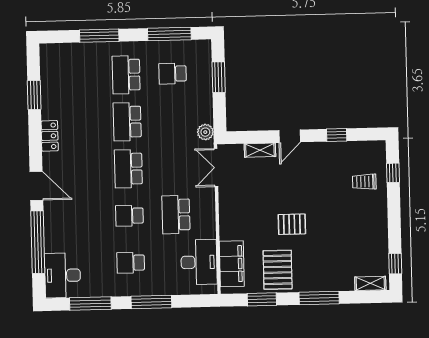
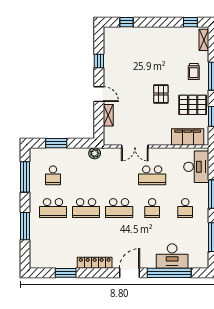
locker: (50, 136) -> (95, 263), width x1.53
double door: (216, 168) -> (135, 146), moved
trolley: (364, 182) -> (194, 72), moved
desk: (199, 262) -> (196, 167), moved, turned 90
desk: (63, 275) -> (172, 256), moved

